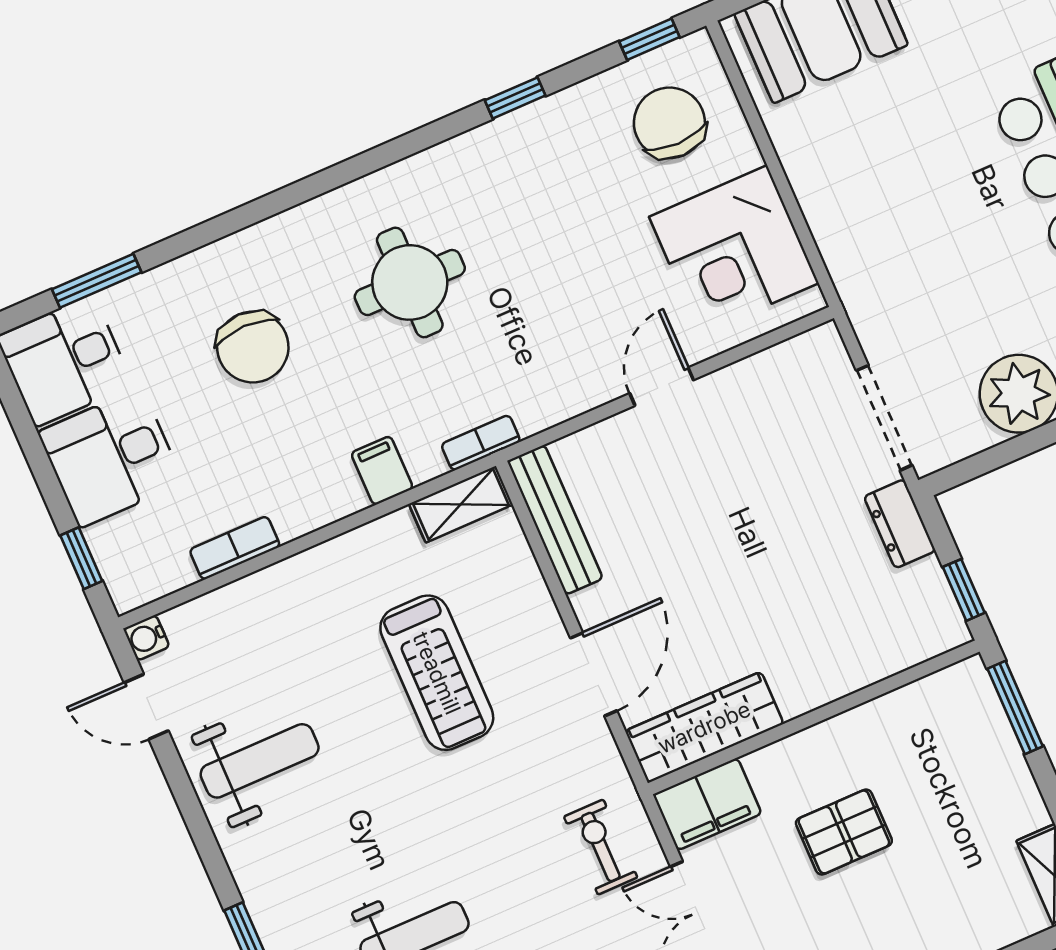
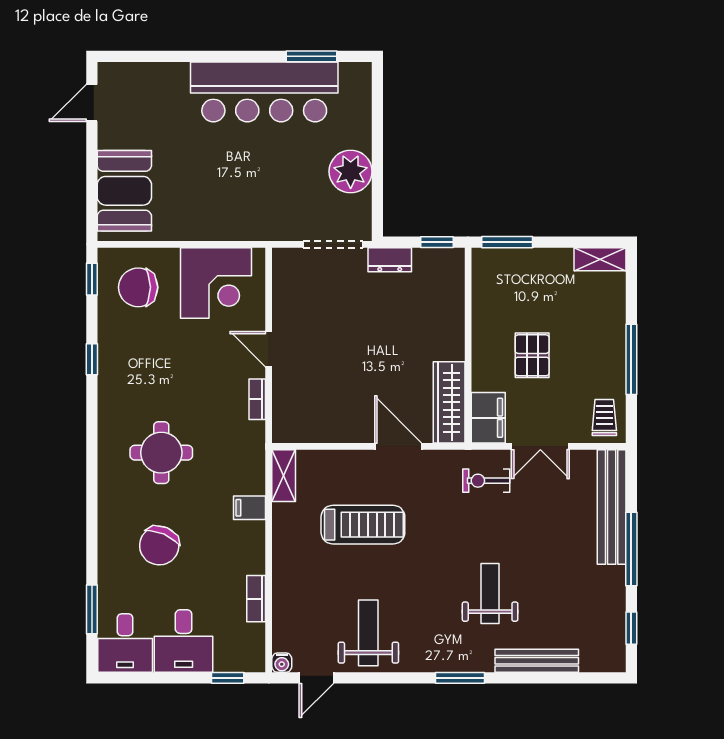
chair: (253, 347) -> (159, 546), turned 113
bookcase: (481, 443) -> (257, 399), moved
bench: (555, 520) -> (312, 432), removed

